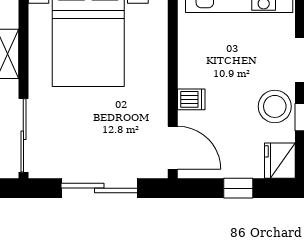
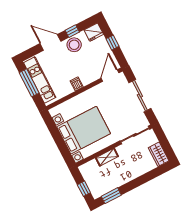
dishwasher: (191, 99) -> (77, 84), moved

